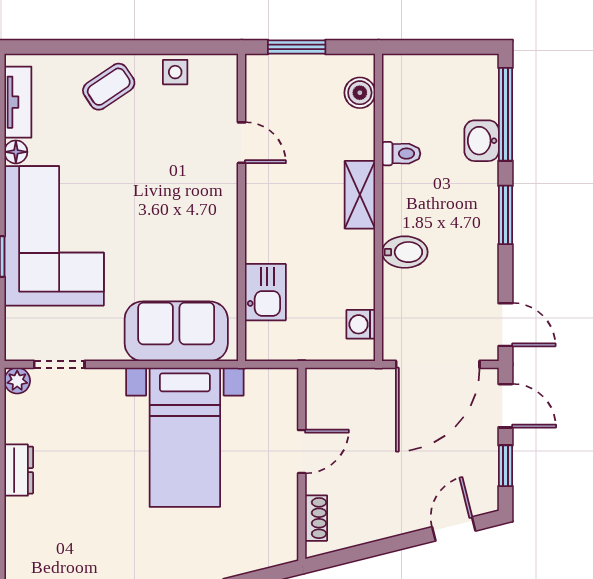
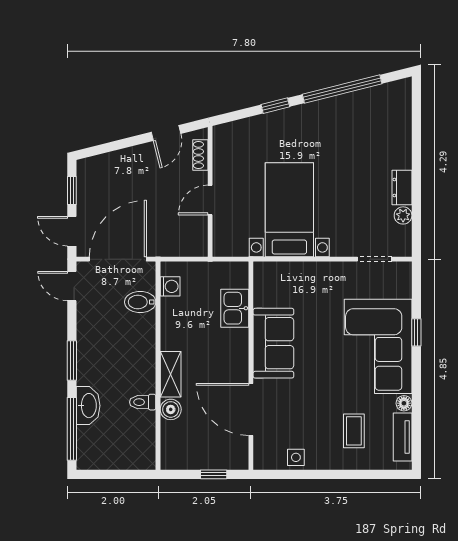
window: (297, 47) -> (214, 474), width x0.67
coffee table: (109, 87) -> (354, 431), moved, turned -56
boiler: (360, 93) -> (171, 409), moved
washbasin: (482, 141) -> (88, 406), width x1.38
door: (242, 143) -> (251, 410), width x1.87
bidet: (405, 252) -> (140, 302), moved
sofa: (176, 331) -> (273, 343), moved, turned -90
plant: (17, 381) -> (403, 215), moved
door: (454, 529) -> (166, 133), moved

